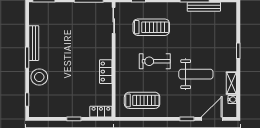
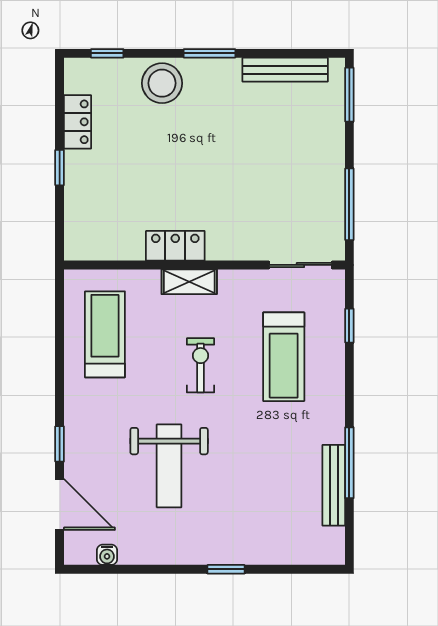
bench: (34, 43) -> (285, 70), moved
exercise bike: (155, 61) -> (201, 365), width x0.73, depth x0.72
shelving: (231, 83) -> (189, 282), moved
treadmill: (142, 100) -> (105, 334), turned 180
locker: (101, 112) -> (77, 122), moved

